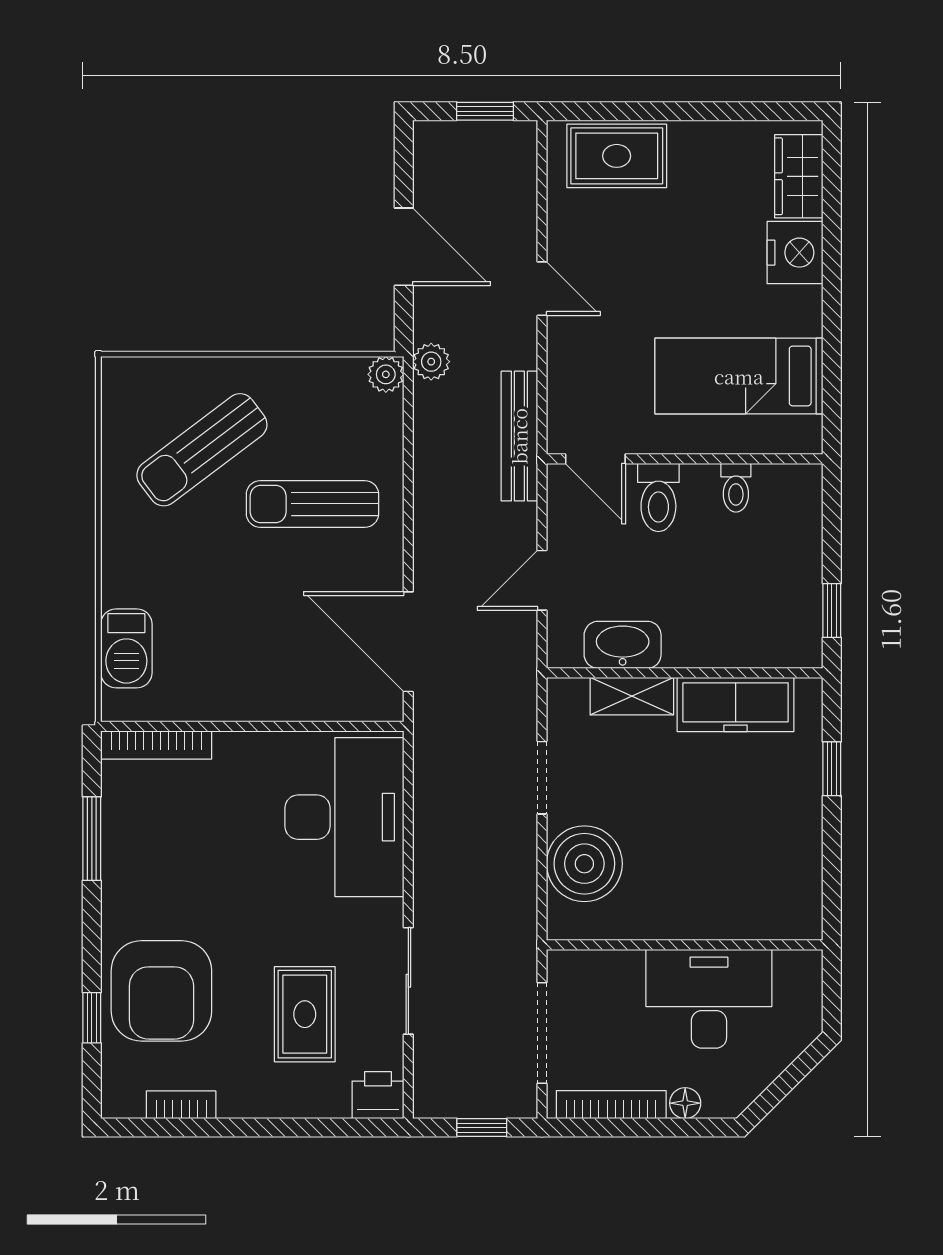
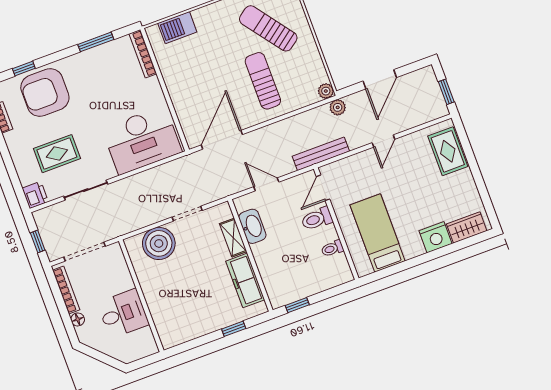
desk: (709, 999) -> (123, 313), width x0.73

